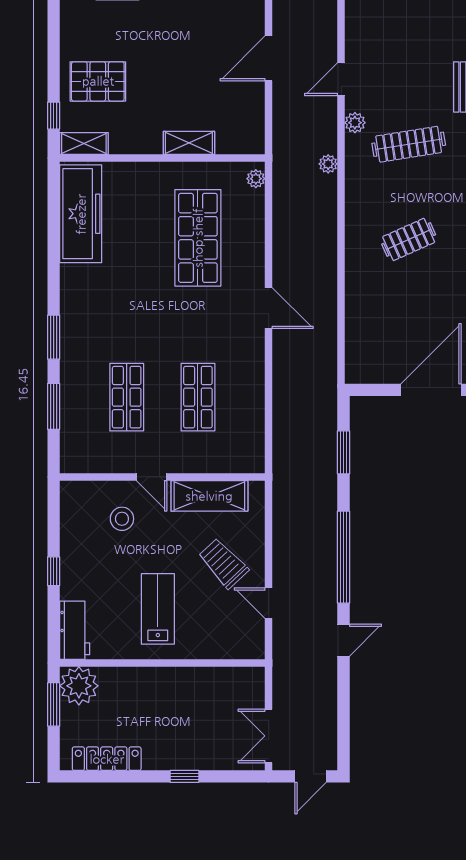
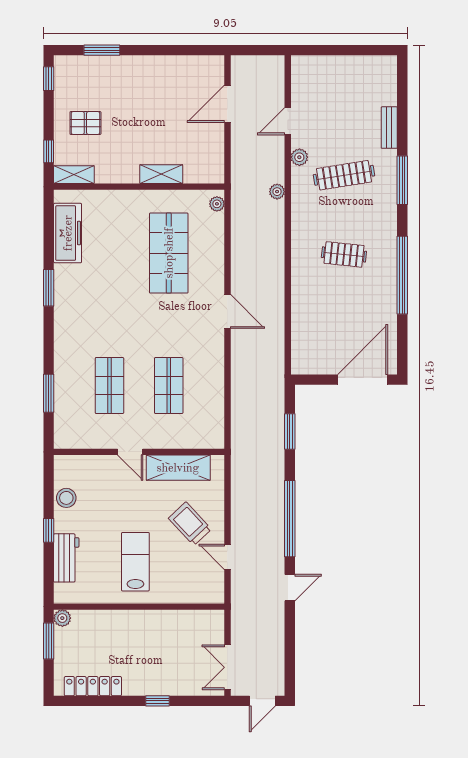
window: (54, 28) -> (49, 79), added
pallet: (98, 81) -> (85, 123), width x0.67, depth x0.71
freezer: (81, 214) -> (68, 233), width x0.73, depth x0.79
clothes rail: (409, 239) -> (344, 254), turned 30
window: (54, 337) -> (49, 288), moved
stool: (122, 519) -> (66, 498), moved
workbench: (75, 630) -> (66, 558), moved
plant: (79, 686) -> (62, 618), width x0.53, depth x0.53

